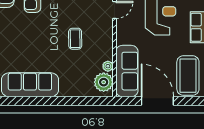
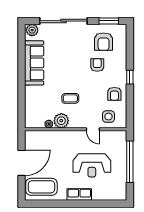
sofa: (127, 71) -> (45, 139), removed
plant: (104, 82) -> (61, 121), moved

